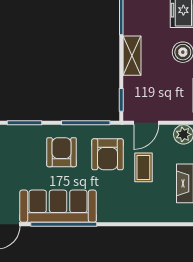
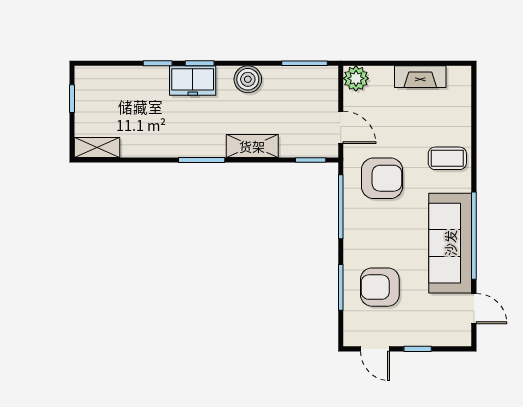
armchair: (62, 152) -> (380, 287), moved
coffee table: (143, 167) -> (447, 158), moved

